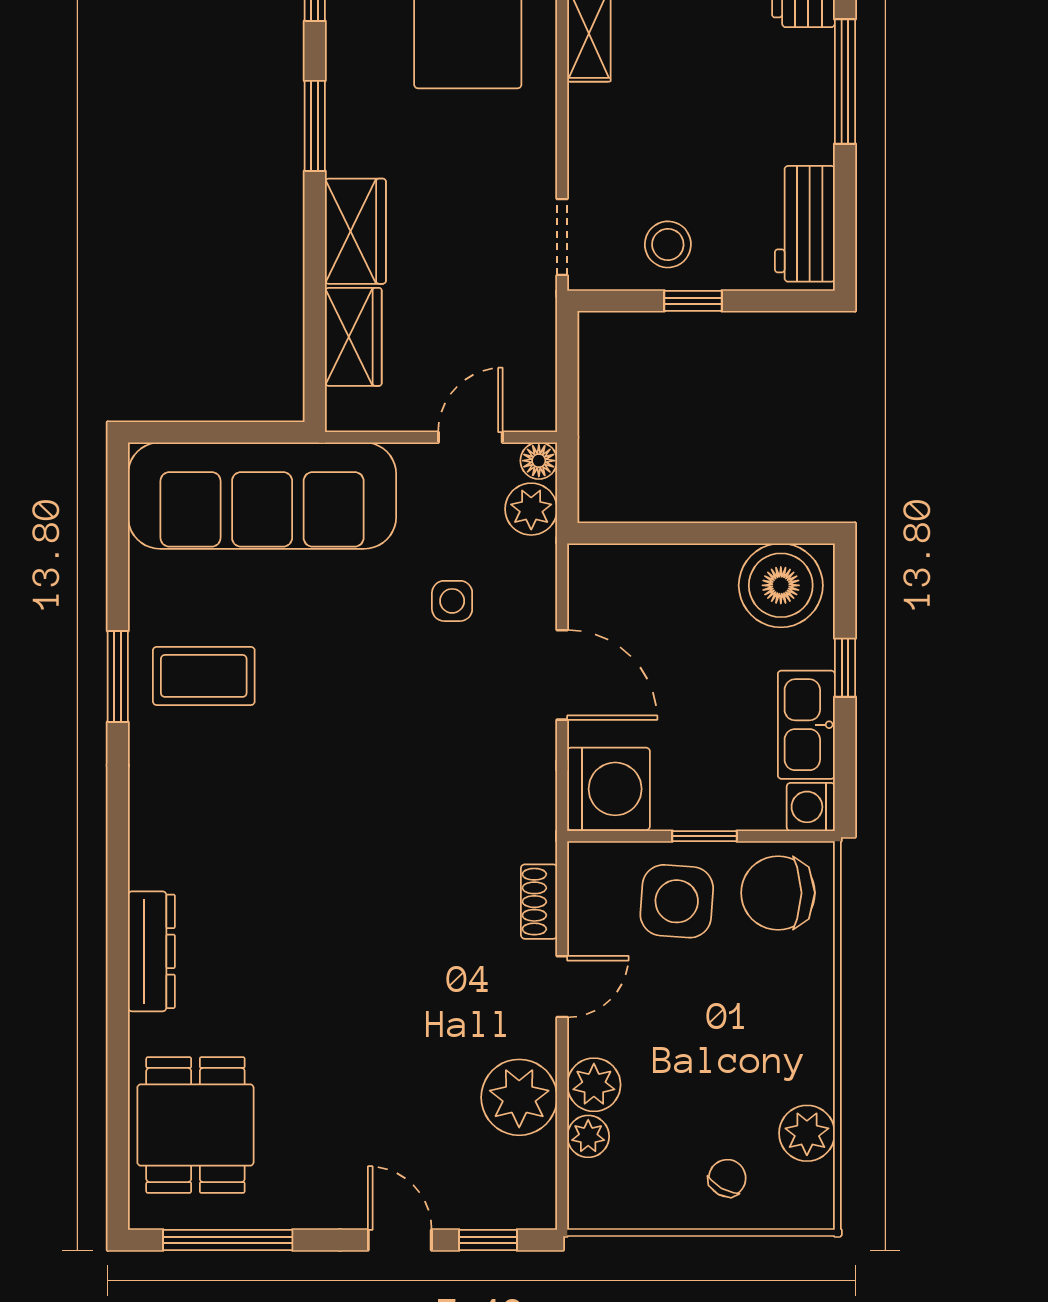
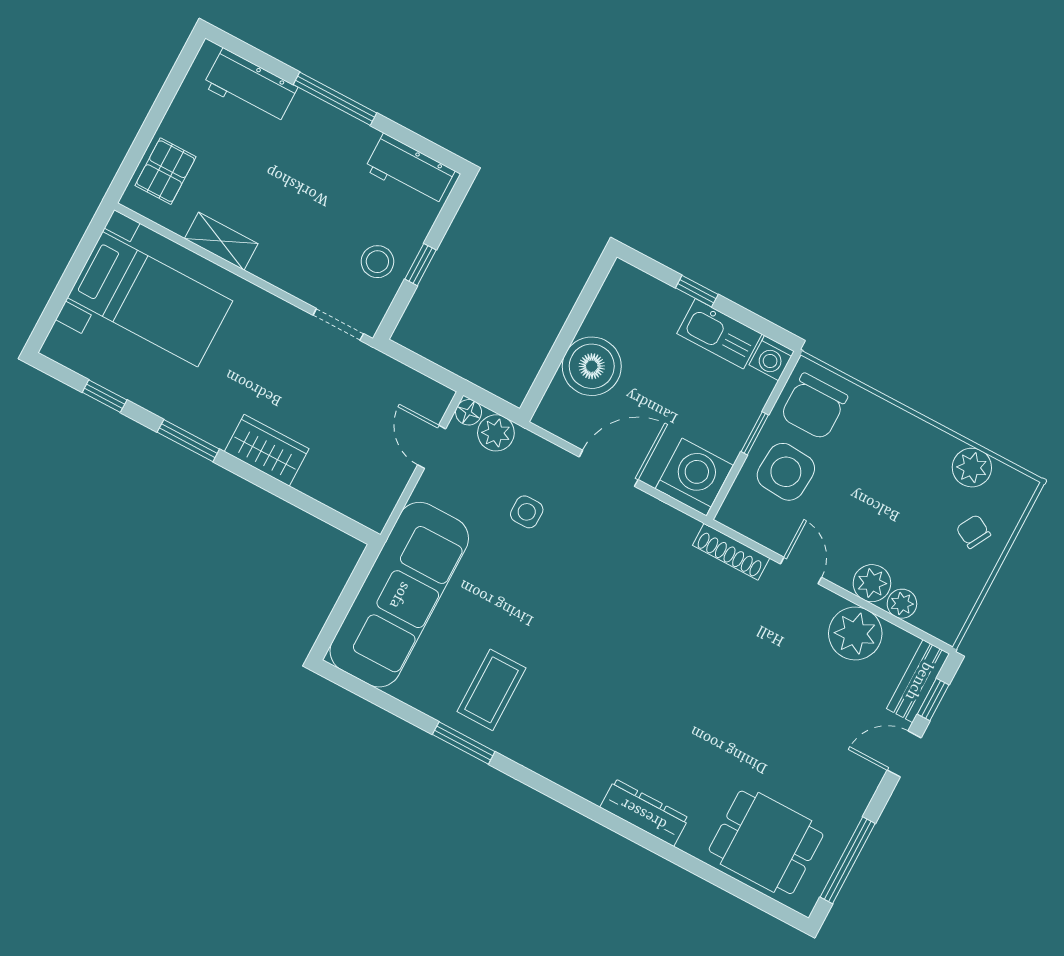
wardrobe: (353, 337) -> (331, 486), removed
boiler: (781, 585) -> (592, 366), moved
shoe rack: (539, 902) -> (731, 552), width x1.43
bench: (501, 1209) -> (918, 681), added

